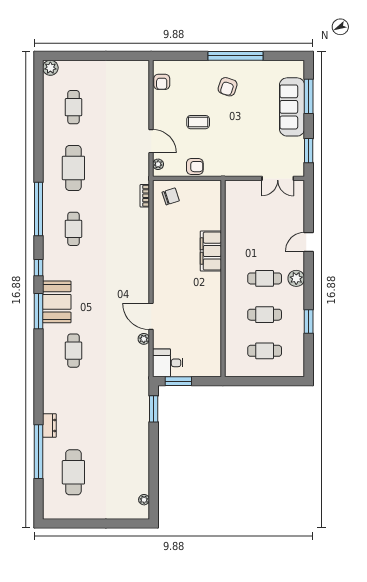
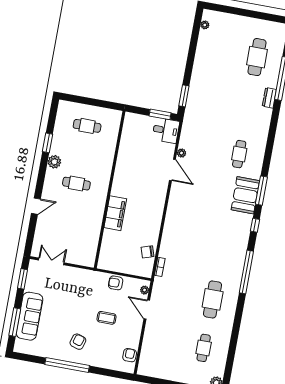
chair: (171, 196) -> (148, 252), moved
cafe table: (73, 229) -> (221, 251), removed
plant: (296, 278) -> (54, 162), moved
cafe table: (265, 315) -> (82, 155), removed

